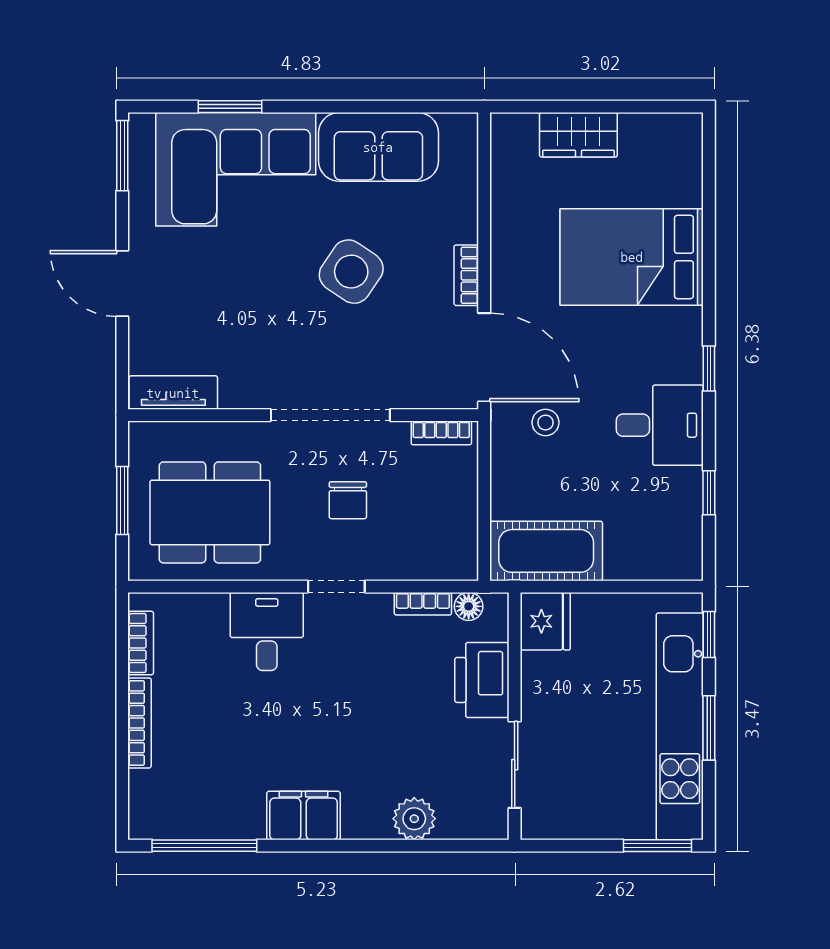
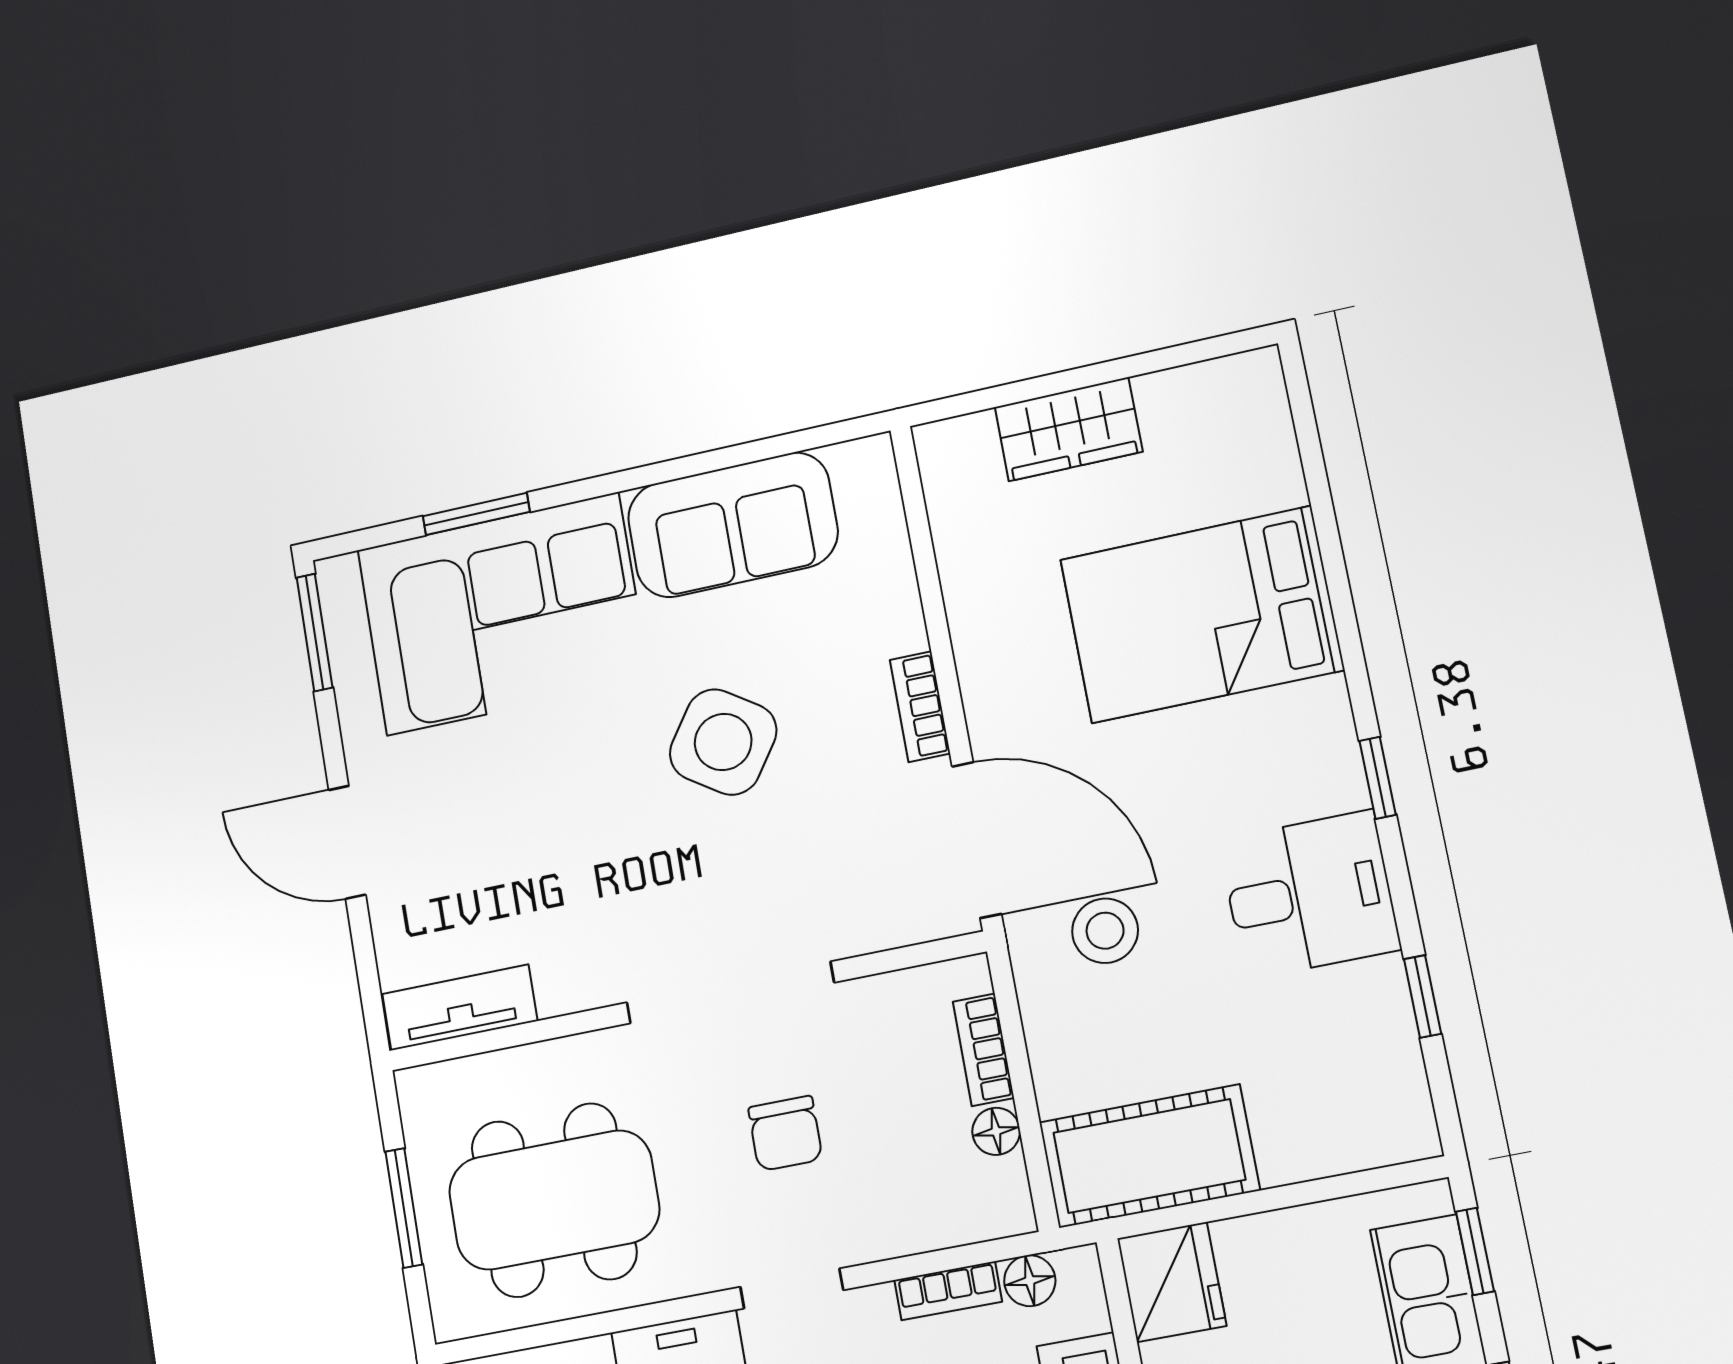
stool: (546, 423) -> (1105, 931), width x1.37, depth x1.37
bookcase: (441, 433) -> (983, 1050), moved, turned 90
floor lamp: (465, 521) -> (996, 1131), added

